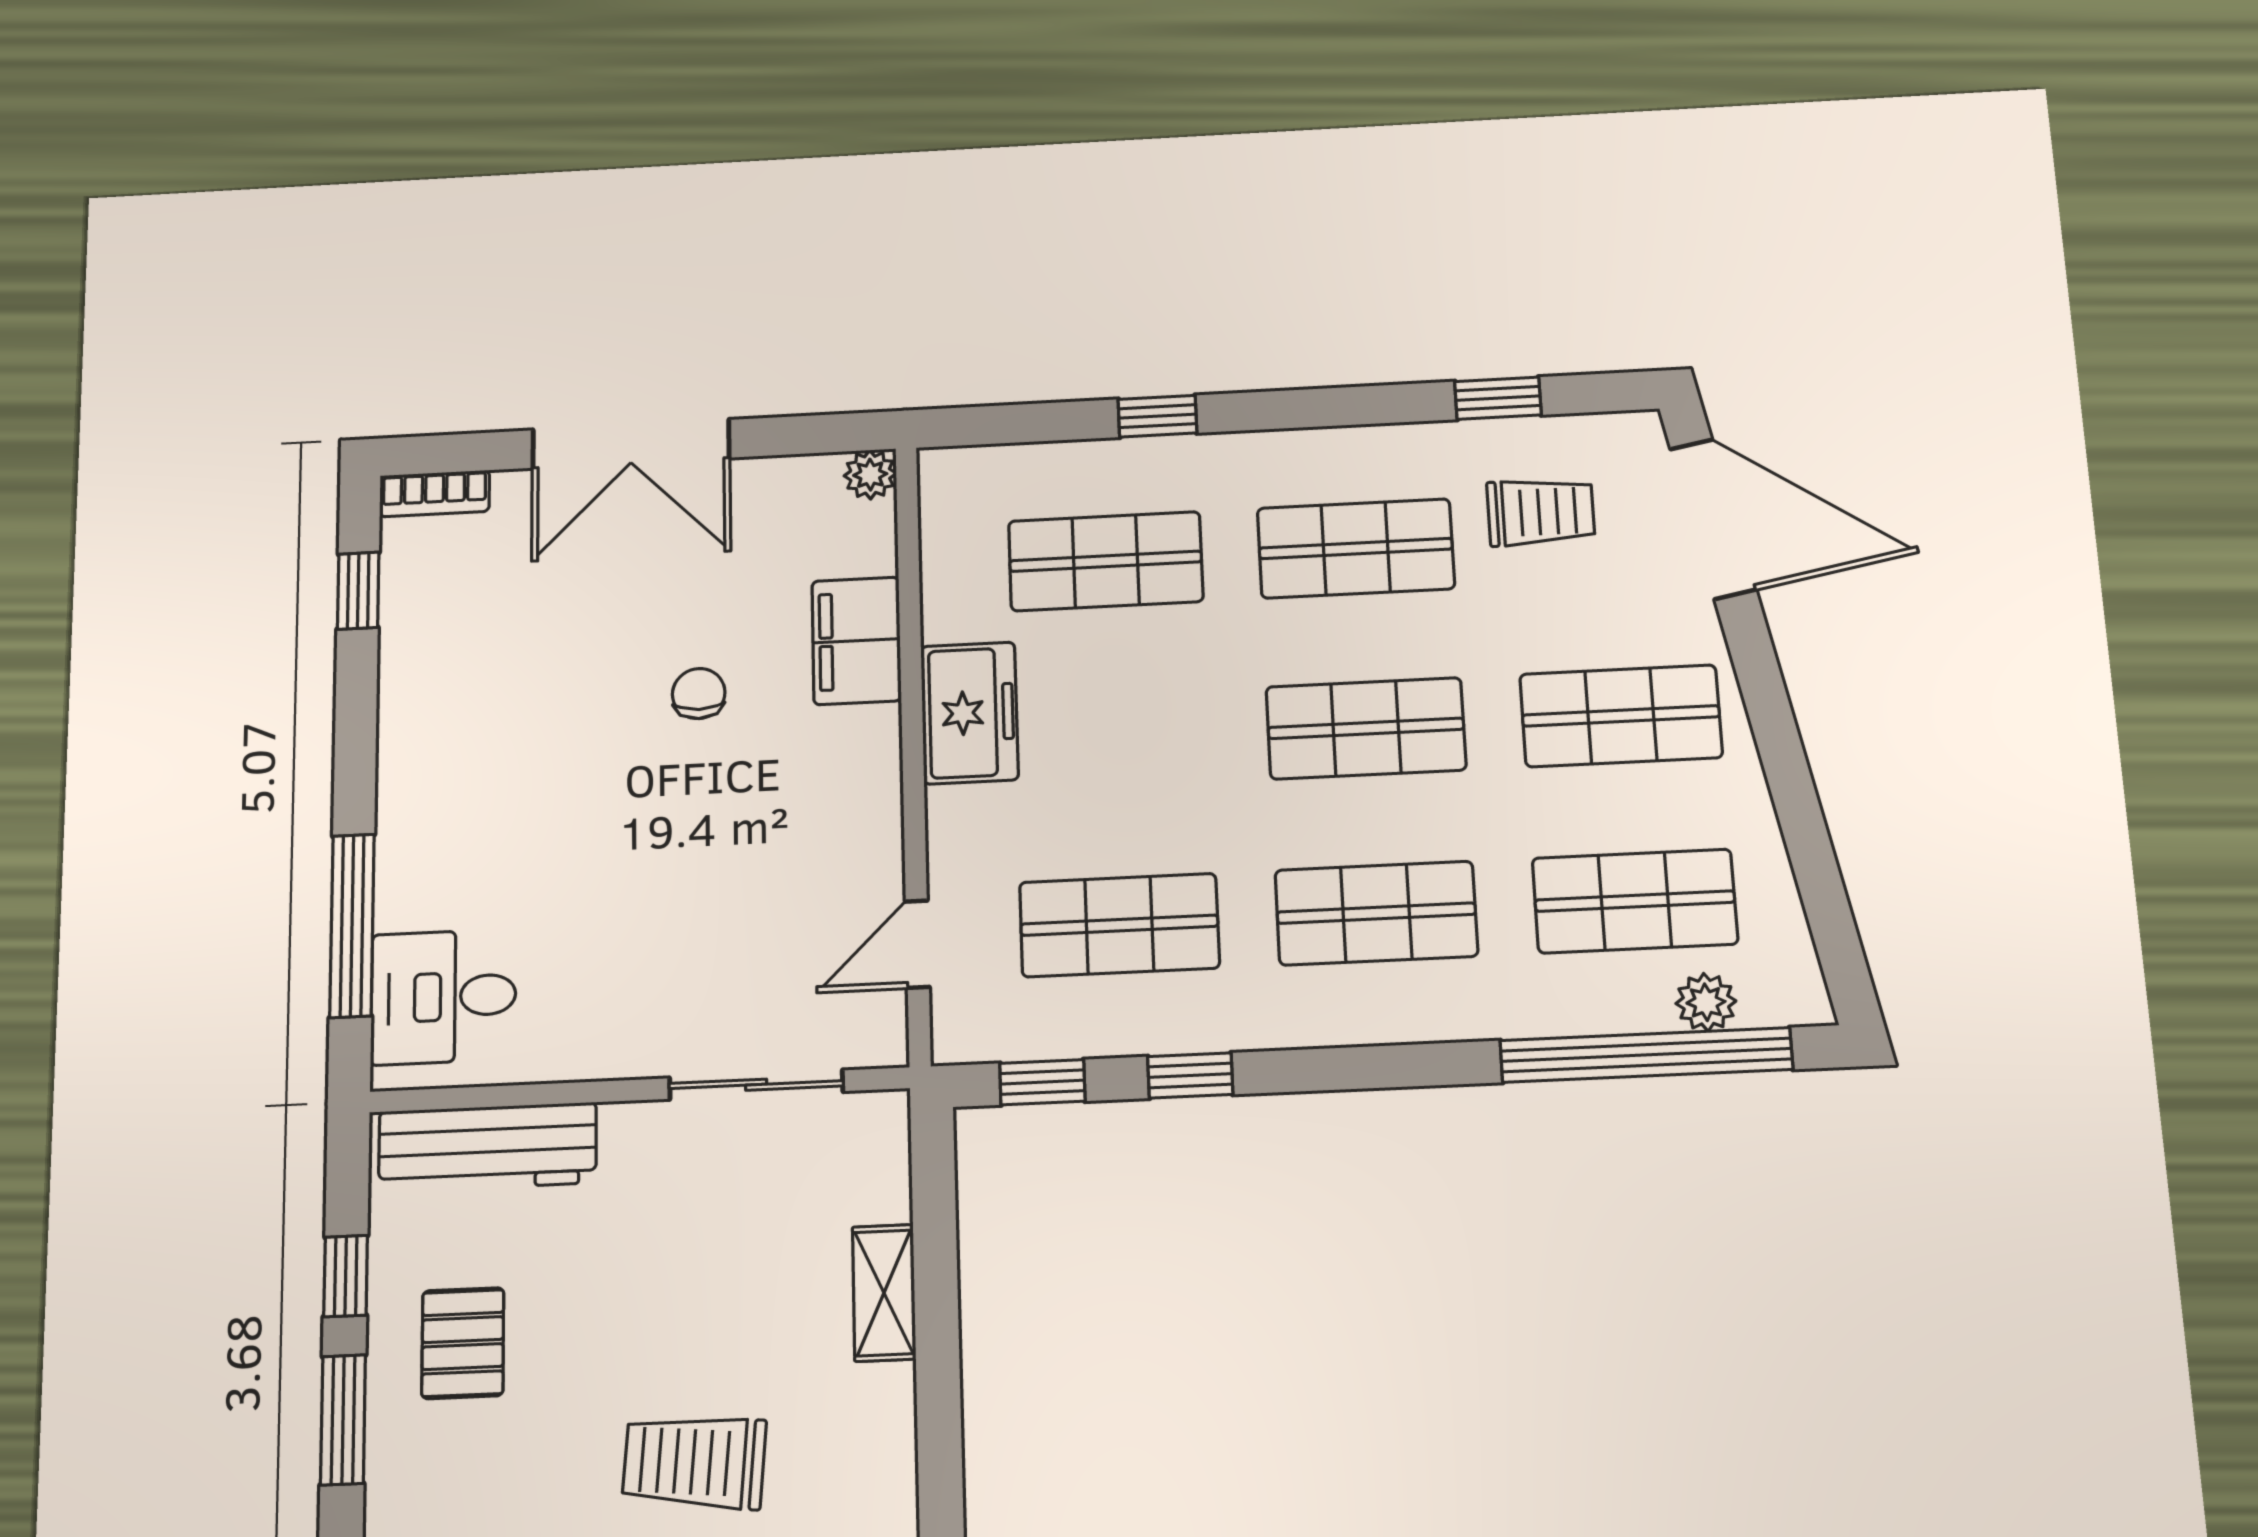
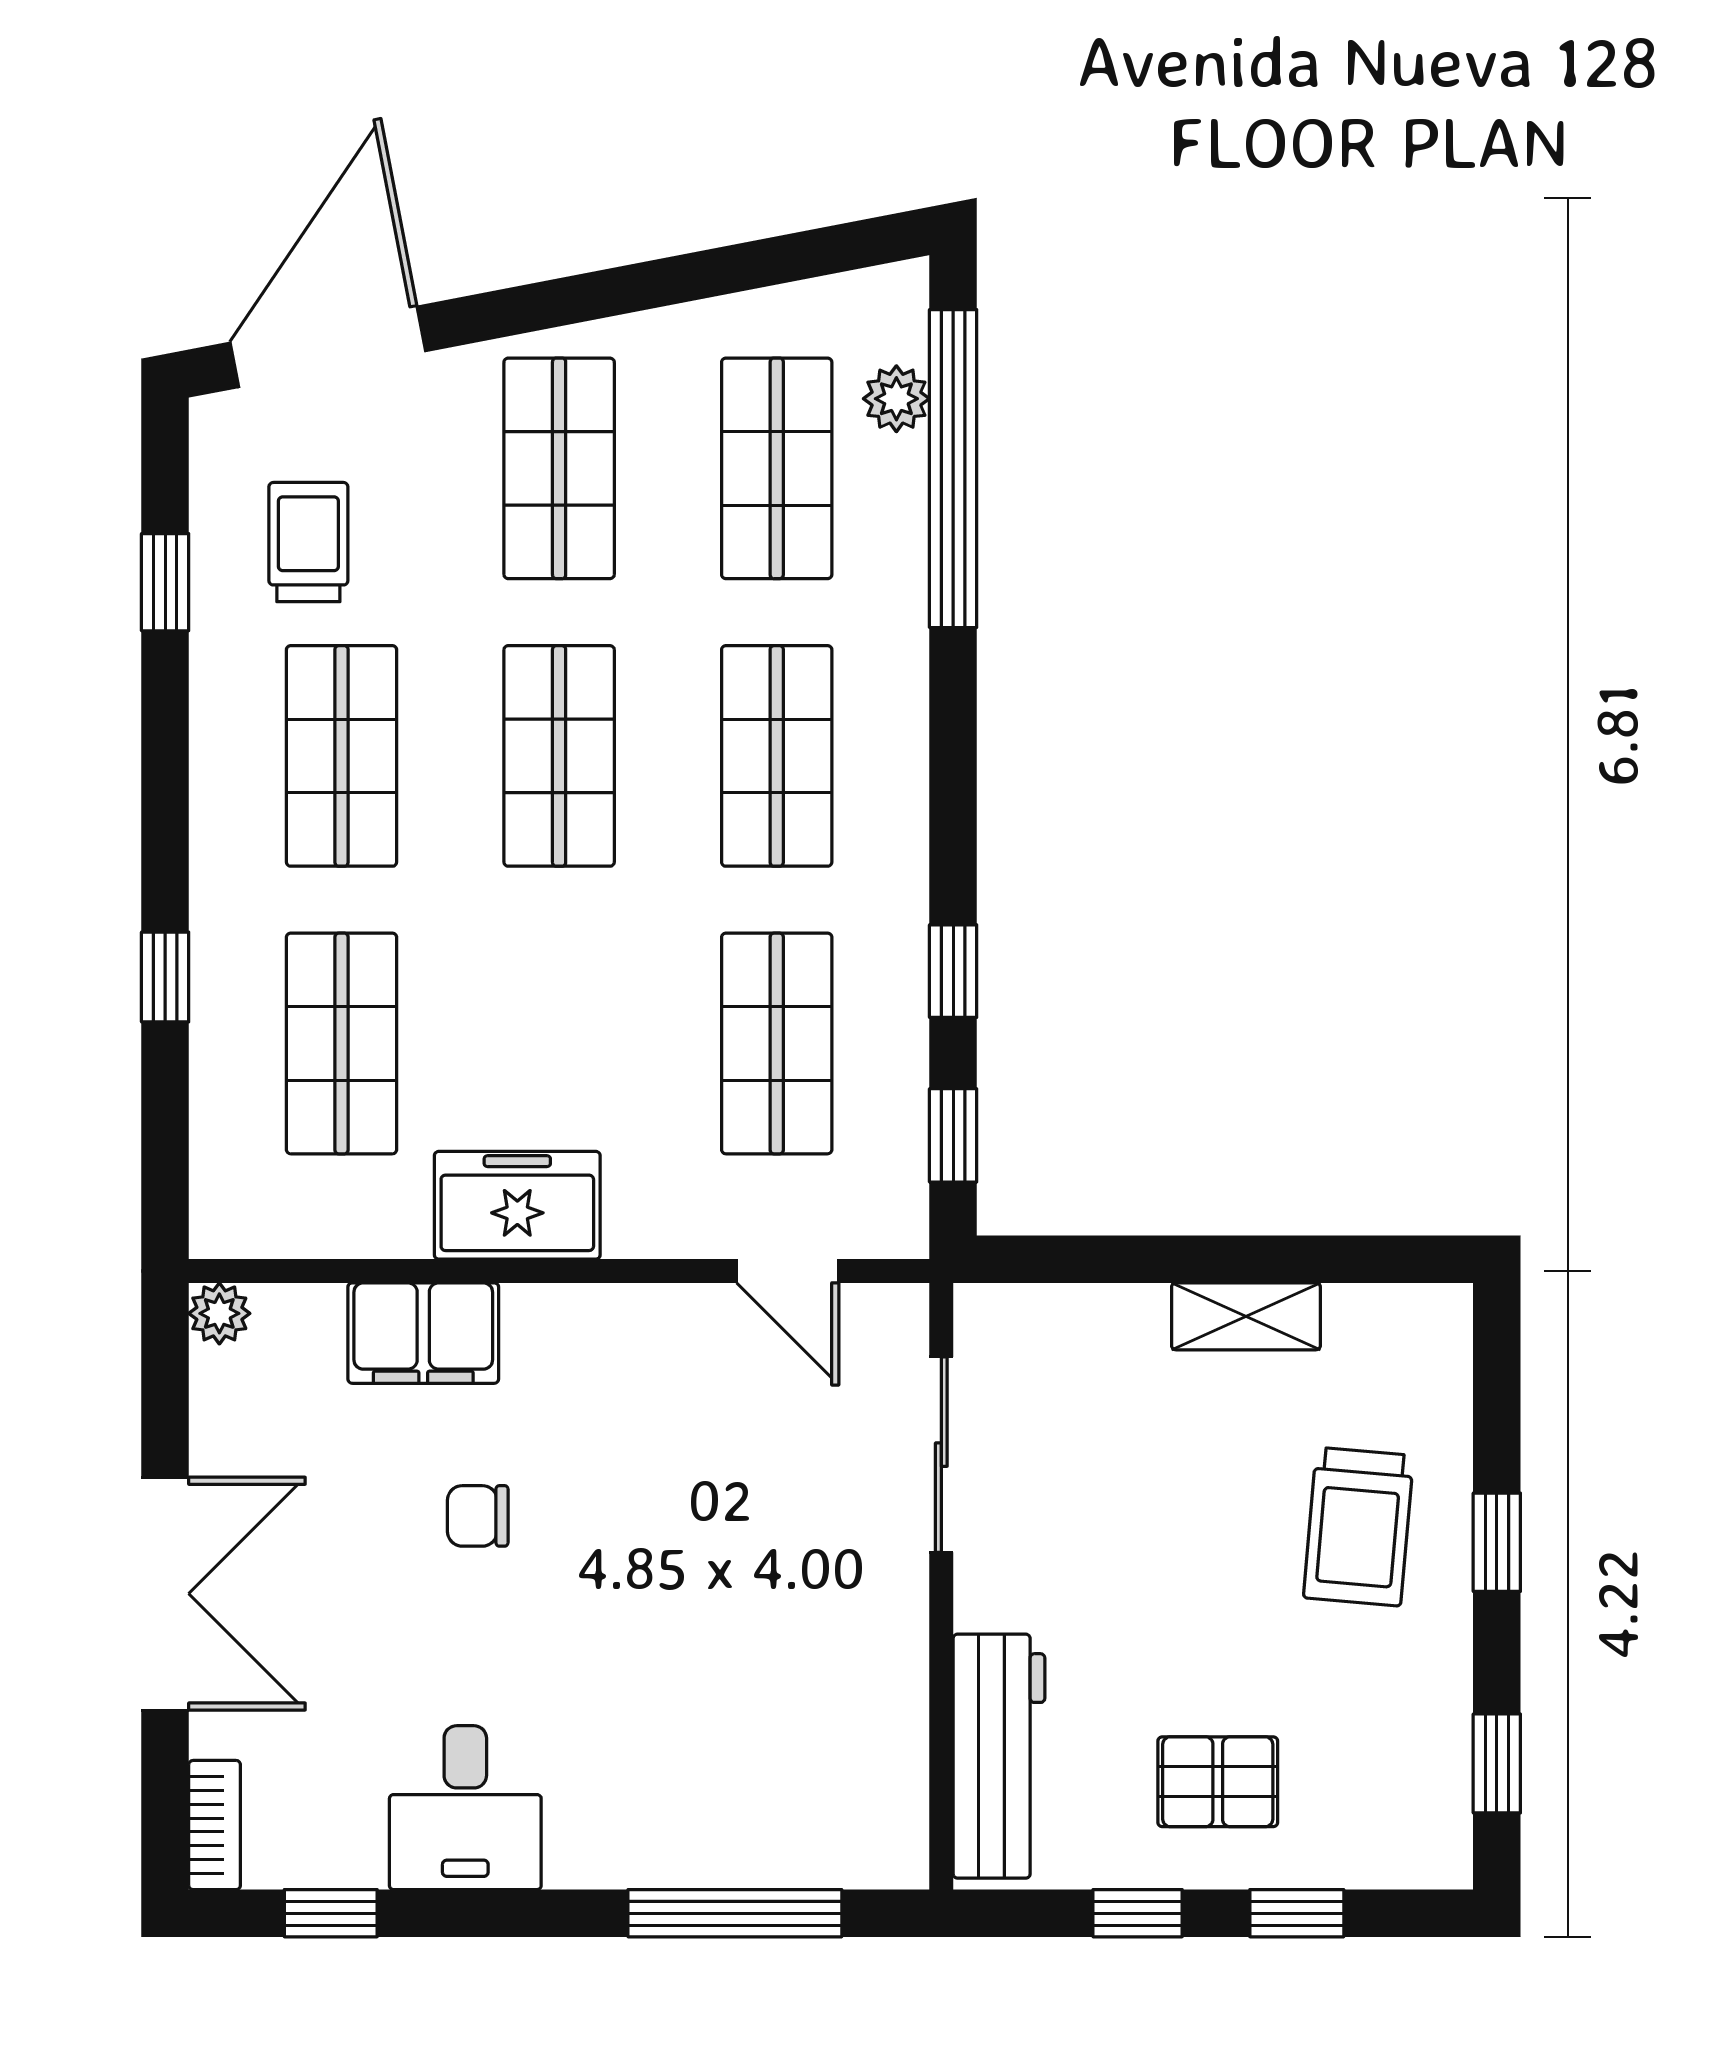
desk: (443, 997) -> (465, 1808), moved
shelving: (884, 1293) -> (1246, 1316), moved
window: (343, 1420) -> (1297, 1913), width x0.67

